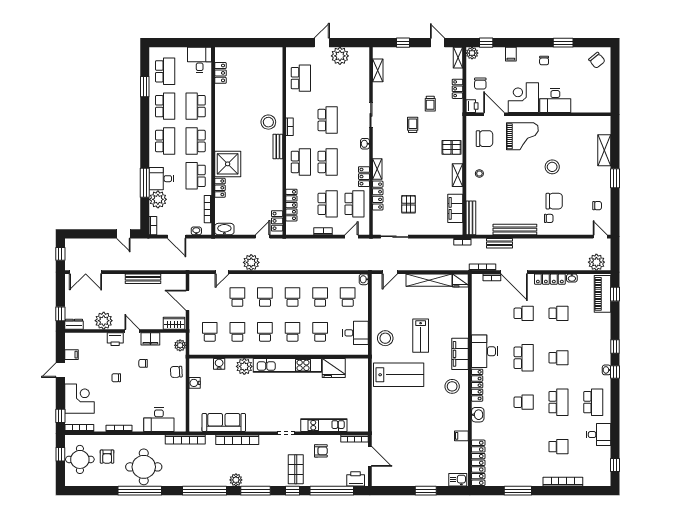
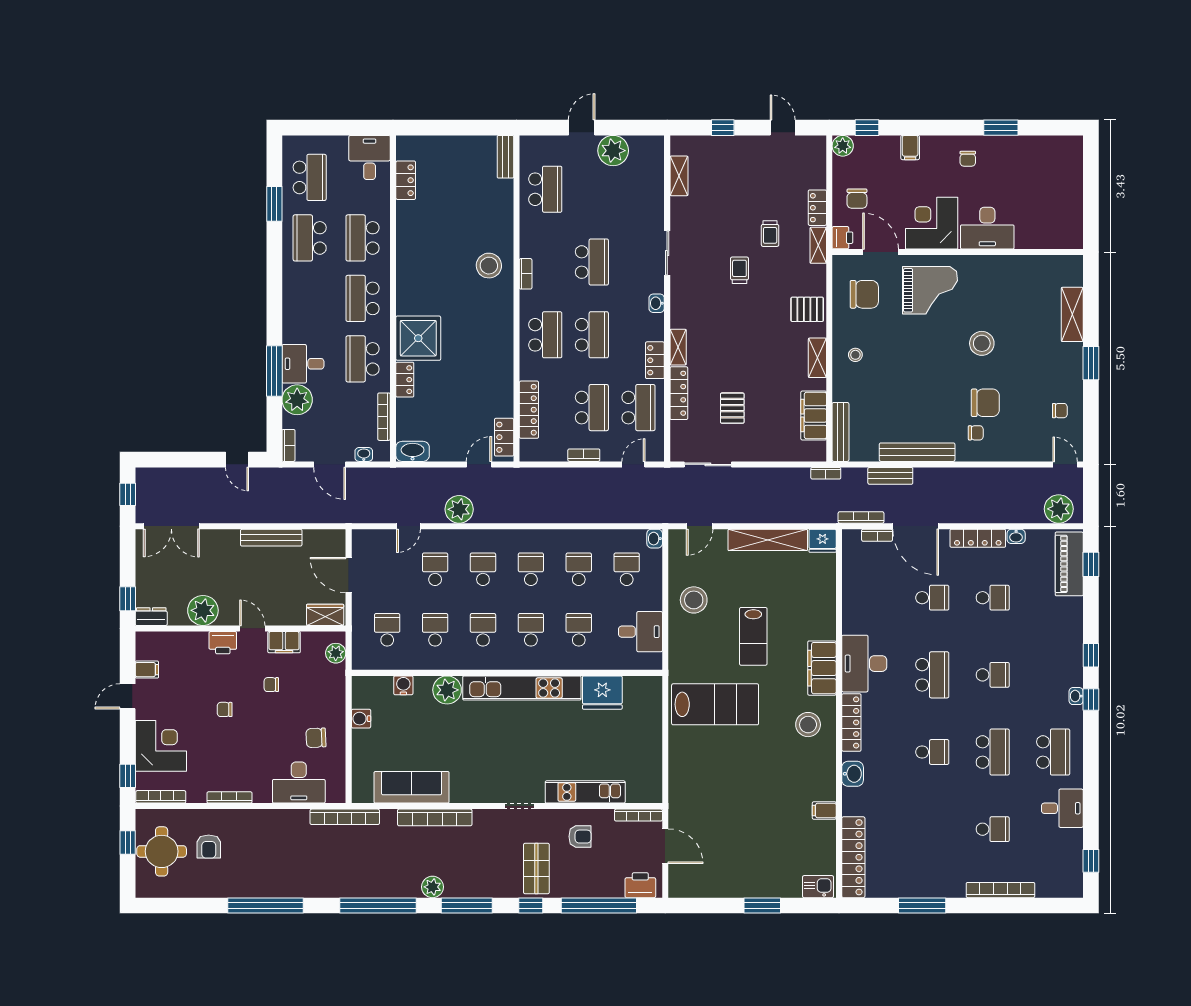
shelving: (458, 58) -> (818, 245), moved
chair: (597, 60) -> (1059, 158), removed
school desk: (165, 106) -> (310, 238), turned 180
school desk: (165, 141) -> (310, 298), removed
bench: (278, 146) -> (505, 157), moved
stool: (385, 338) -> (694, 600), moved
chair: (176, 372) -> (316, 738), moved
round table: (144, 467) -> (273, 864), removed

